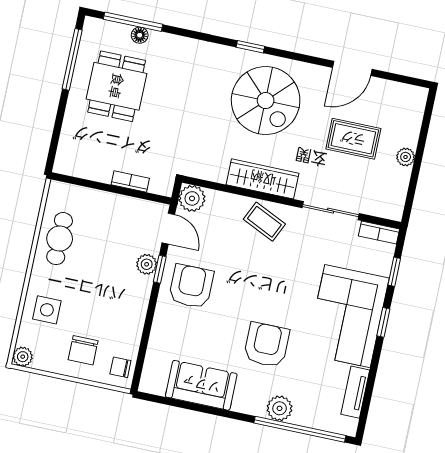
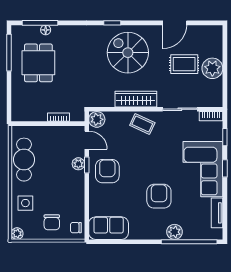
spiral stairs: (266, 101) -> (128, 53), turned 180
plant: (406, 157) -> (212, 68), width x1.87, depth x1.87
cafe table: (60, 239) -> (24, 160), width x1.37, depth x1.35
sofa: (201, 385) -> (109, 228), moved

